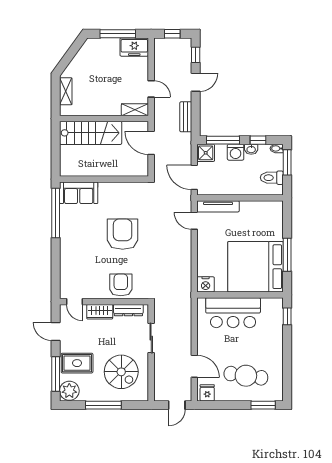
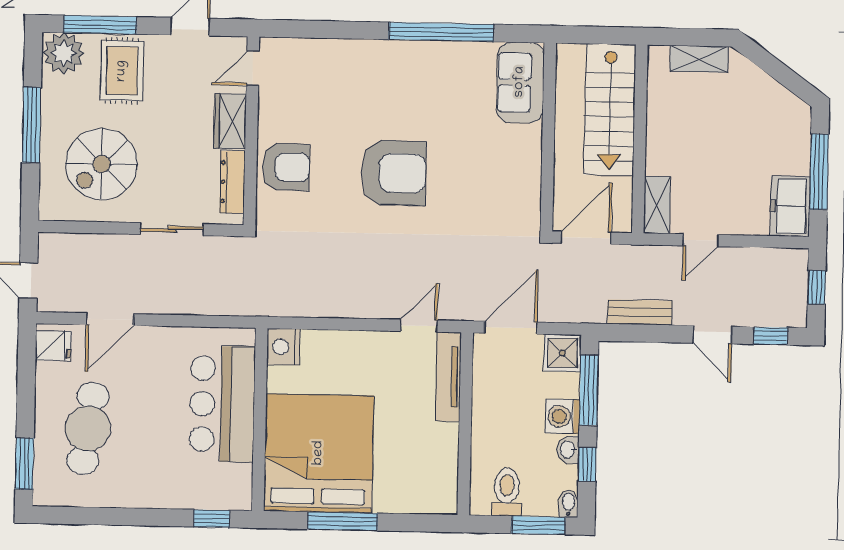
wall: (104, 179) -> (548, 137), moved
sofa: (79, 193) -> (520, 82), moved

